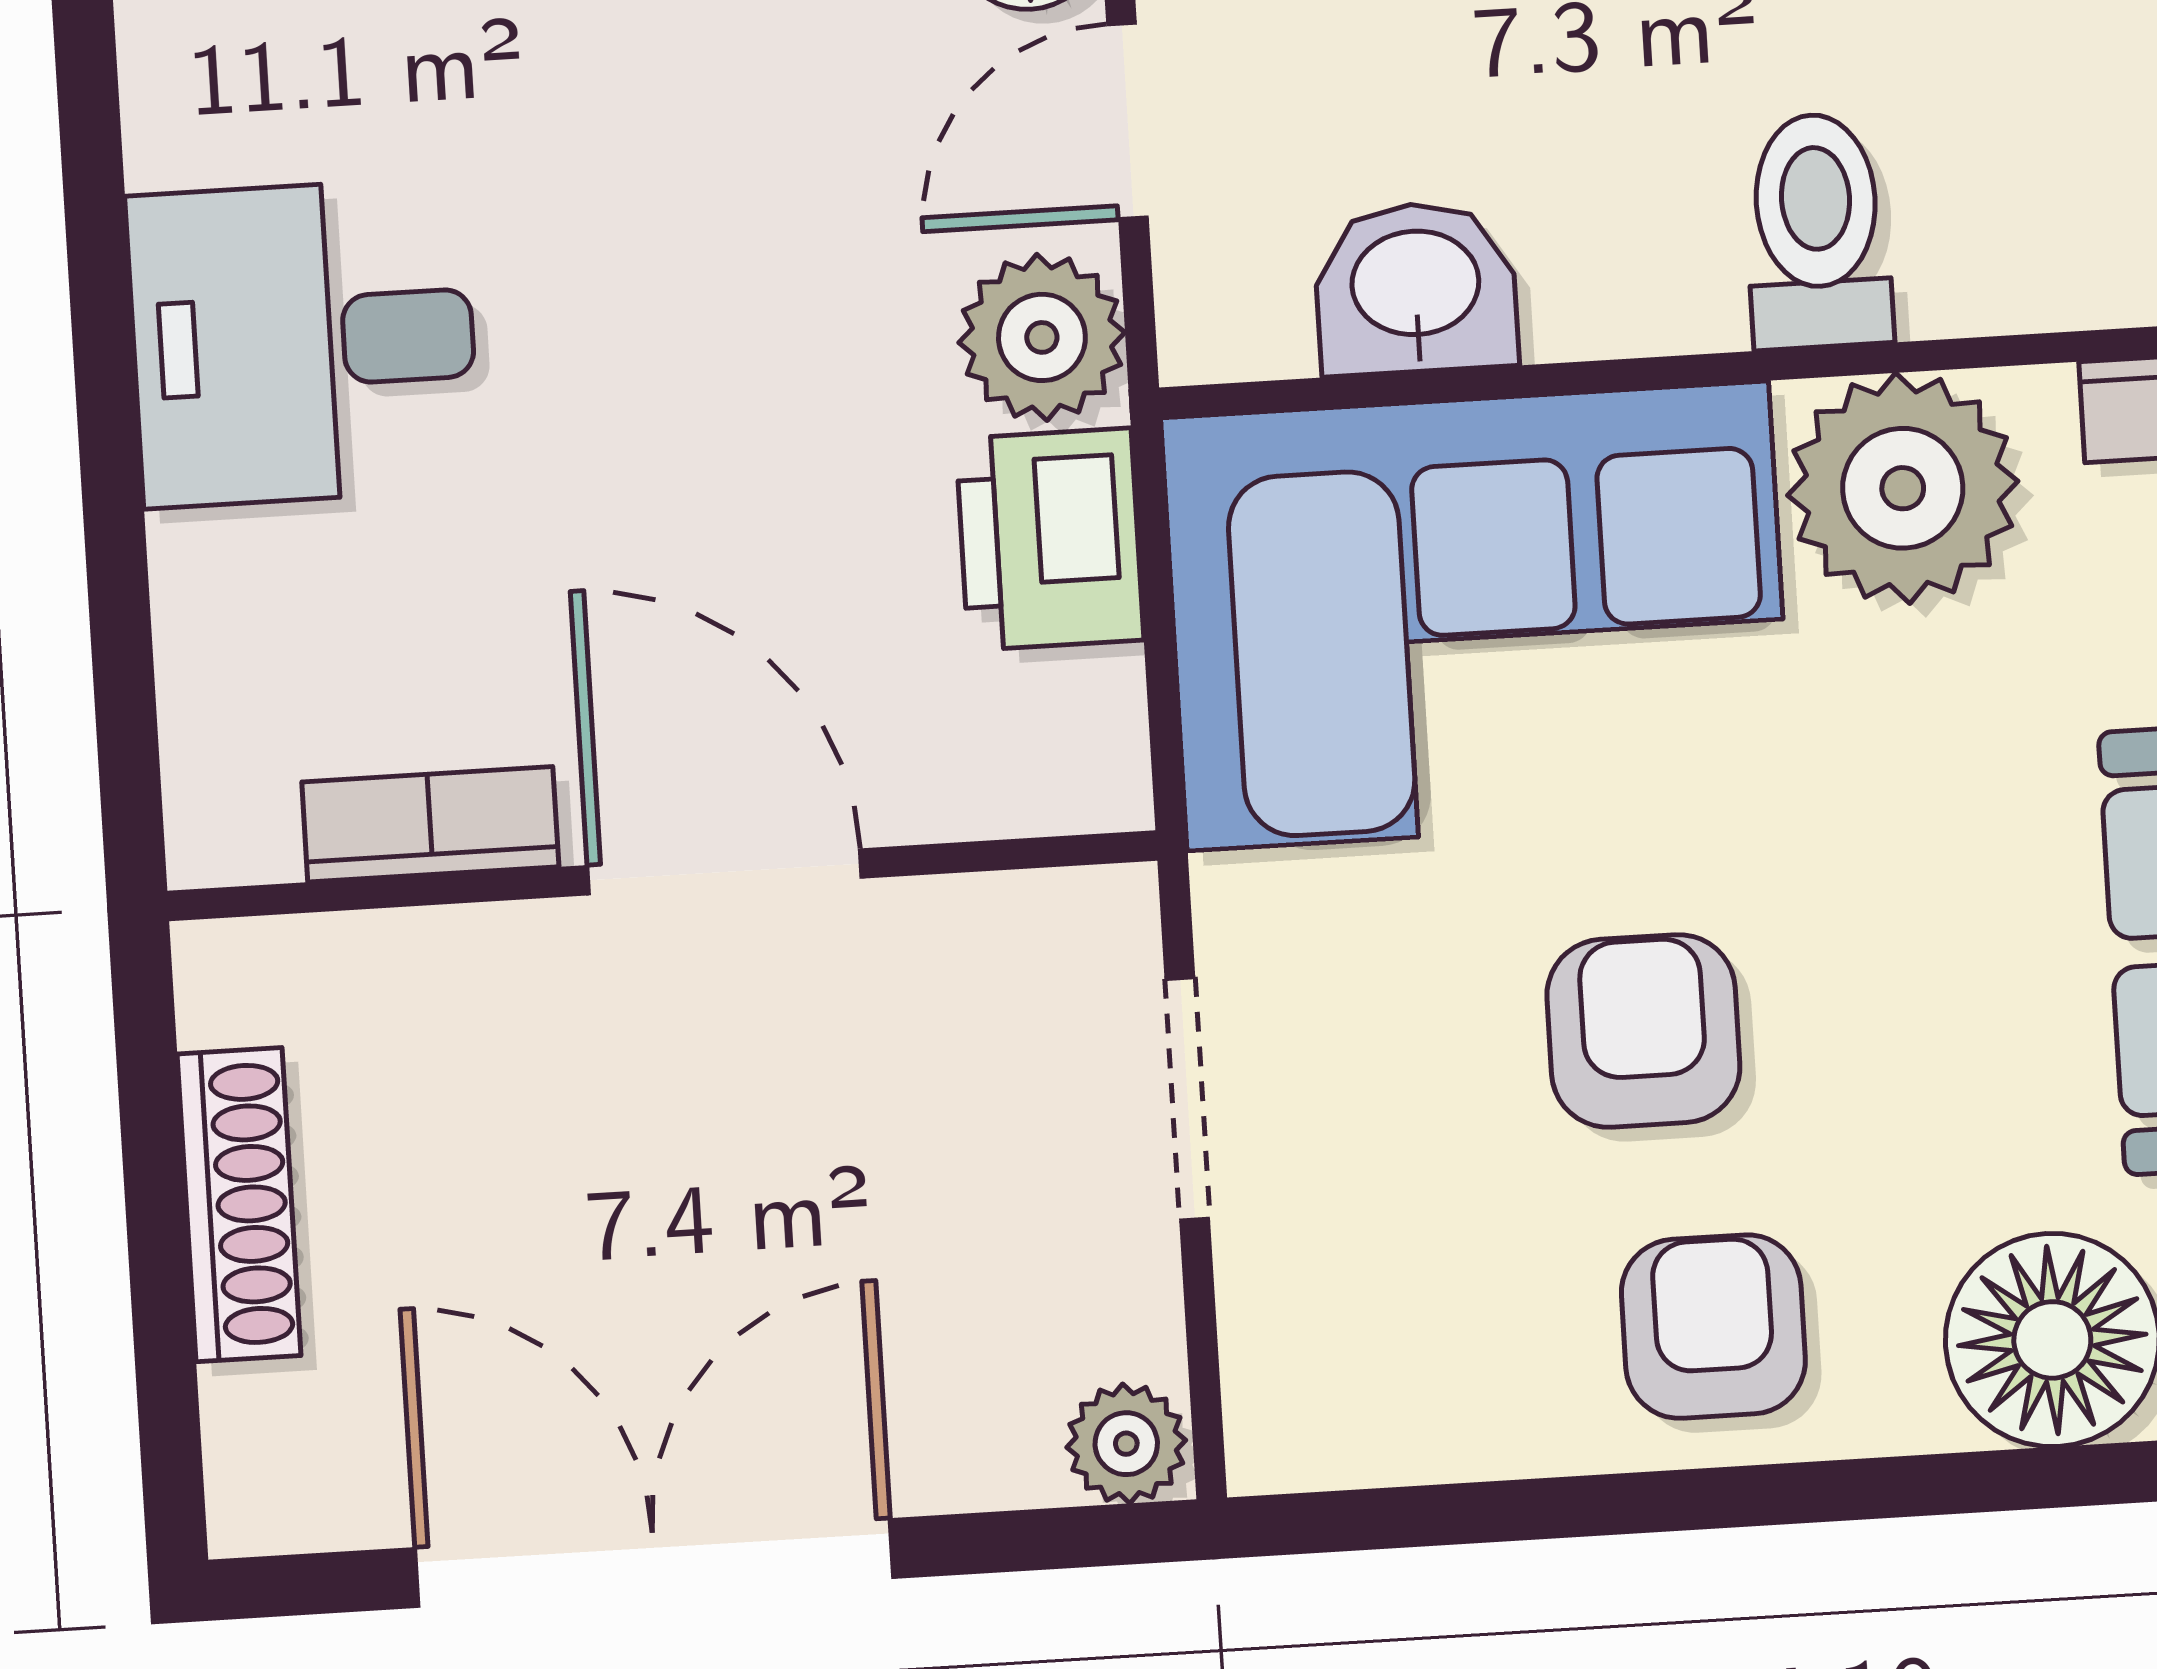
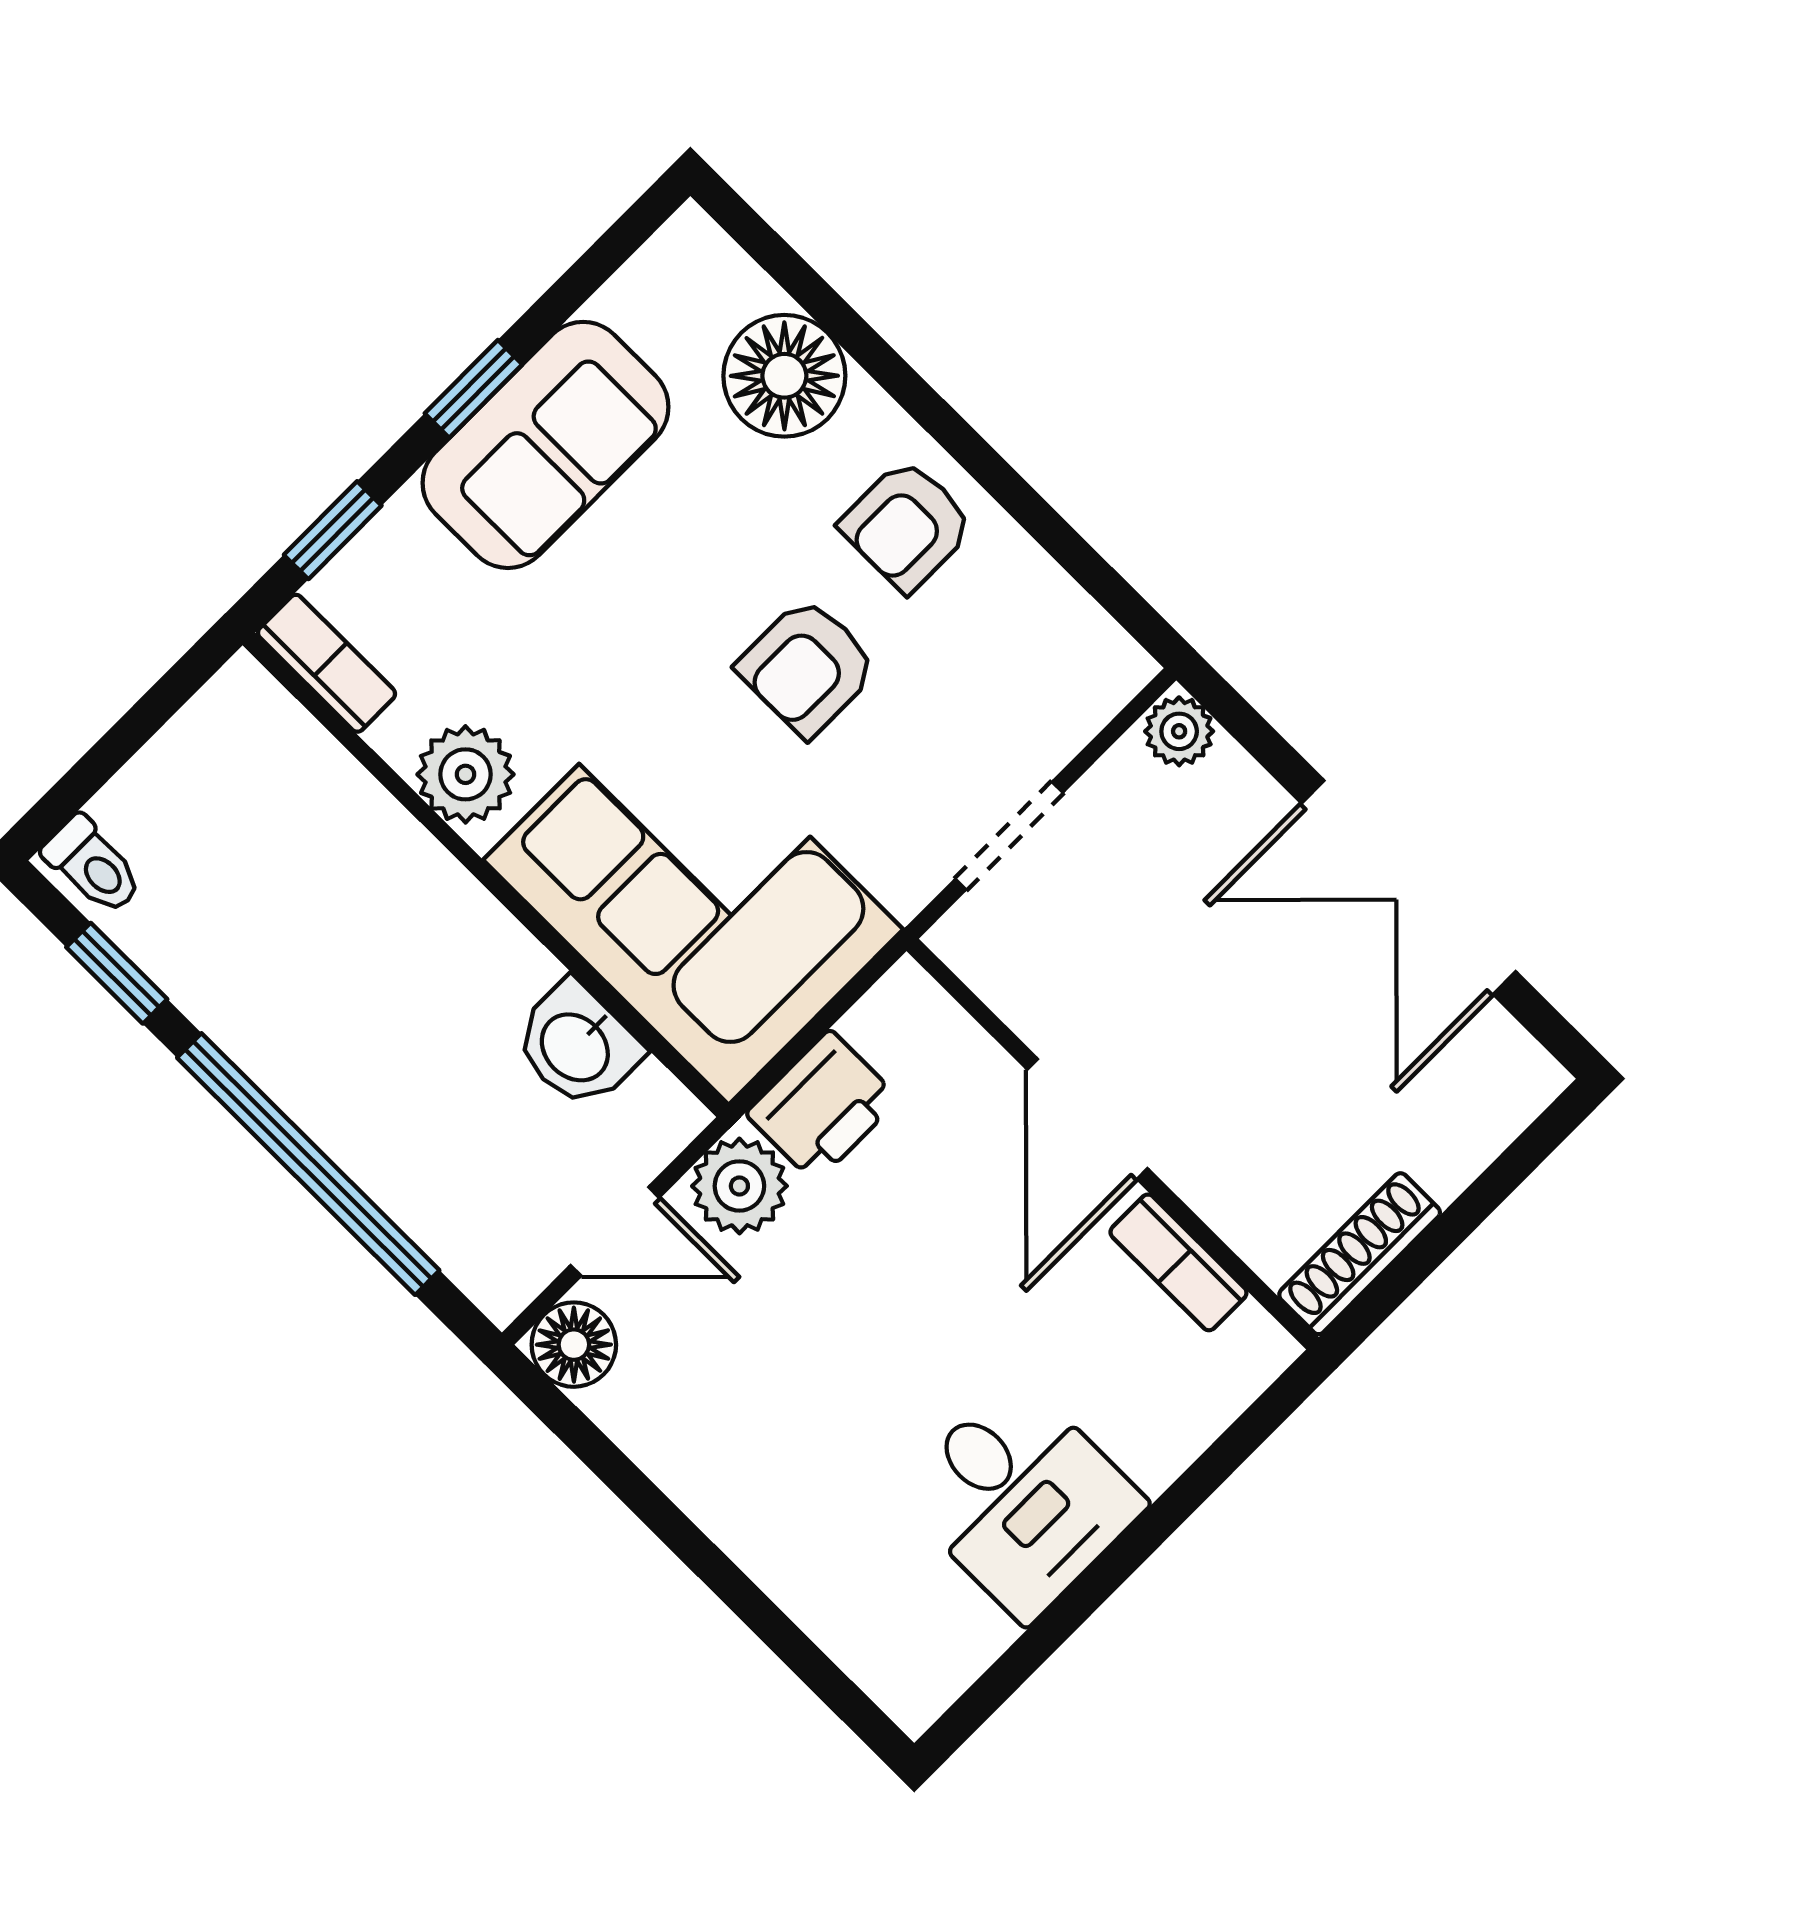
toilet: (1817, 231) -> (400, 896), removed
plant: (1903, 488) -> (465, 774), width x0.73, depth x0.73
shoe rack: (239, 1205) -> (1360, 1254), moved

